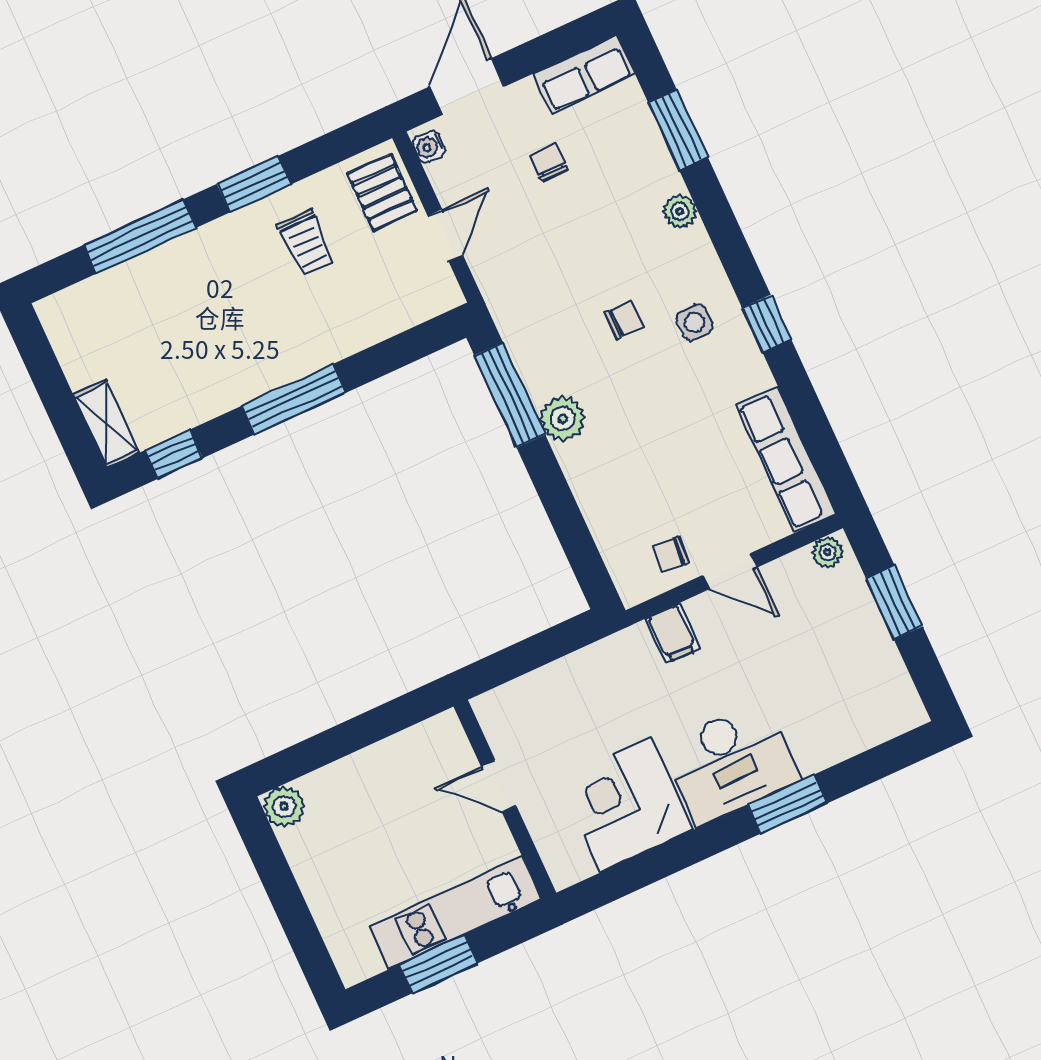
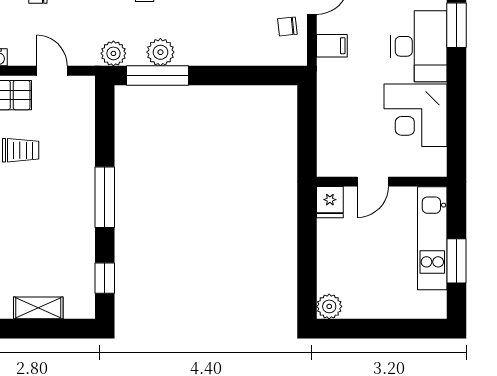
plant: (513, 315) -> (113, 53), added
plant: (563, 419) -> (160, 52), moved
shelving: (106, 424) -> (38, 308), moved
chair: (671, 554) -> (287, 26), turned 80
fridge: (439, 737) -> (330, 202), added

